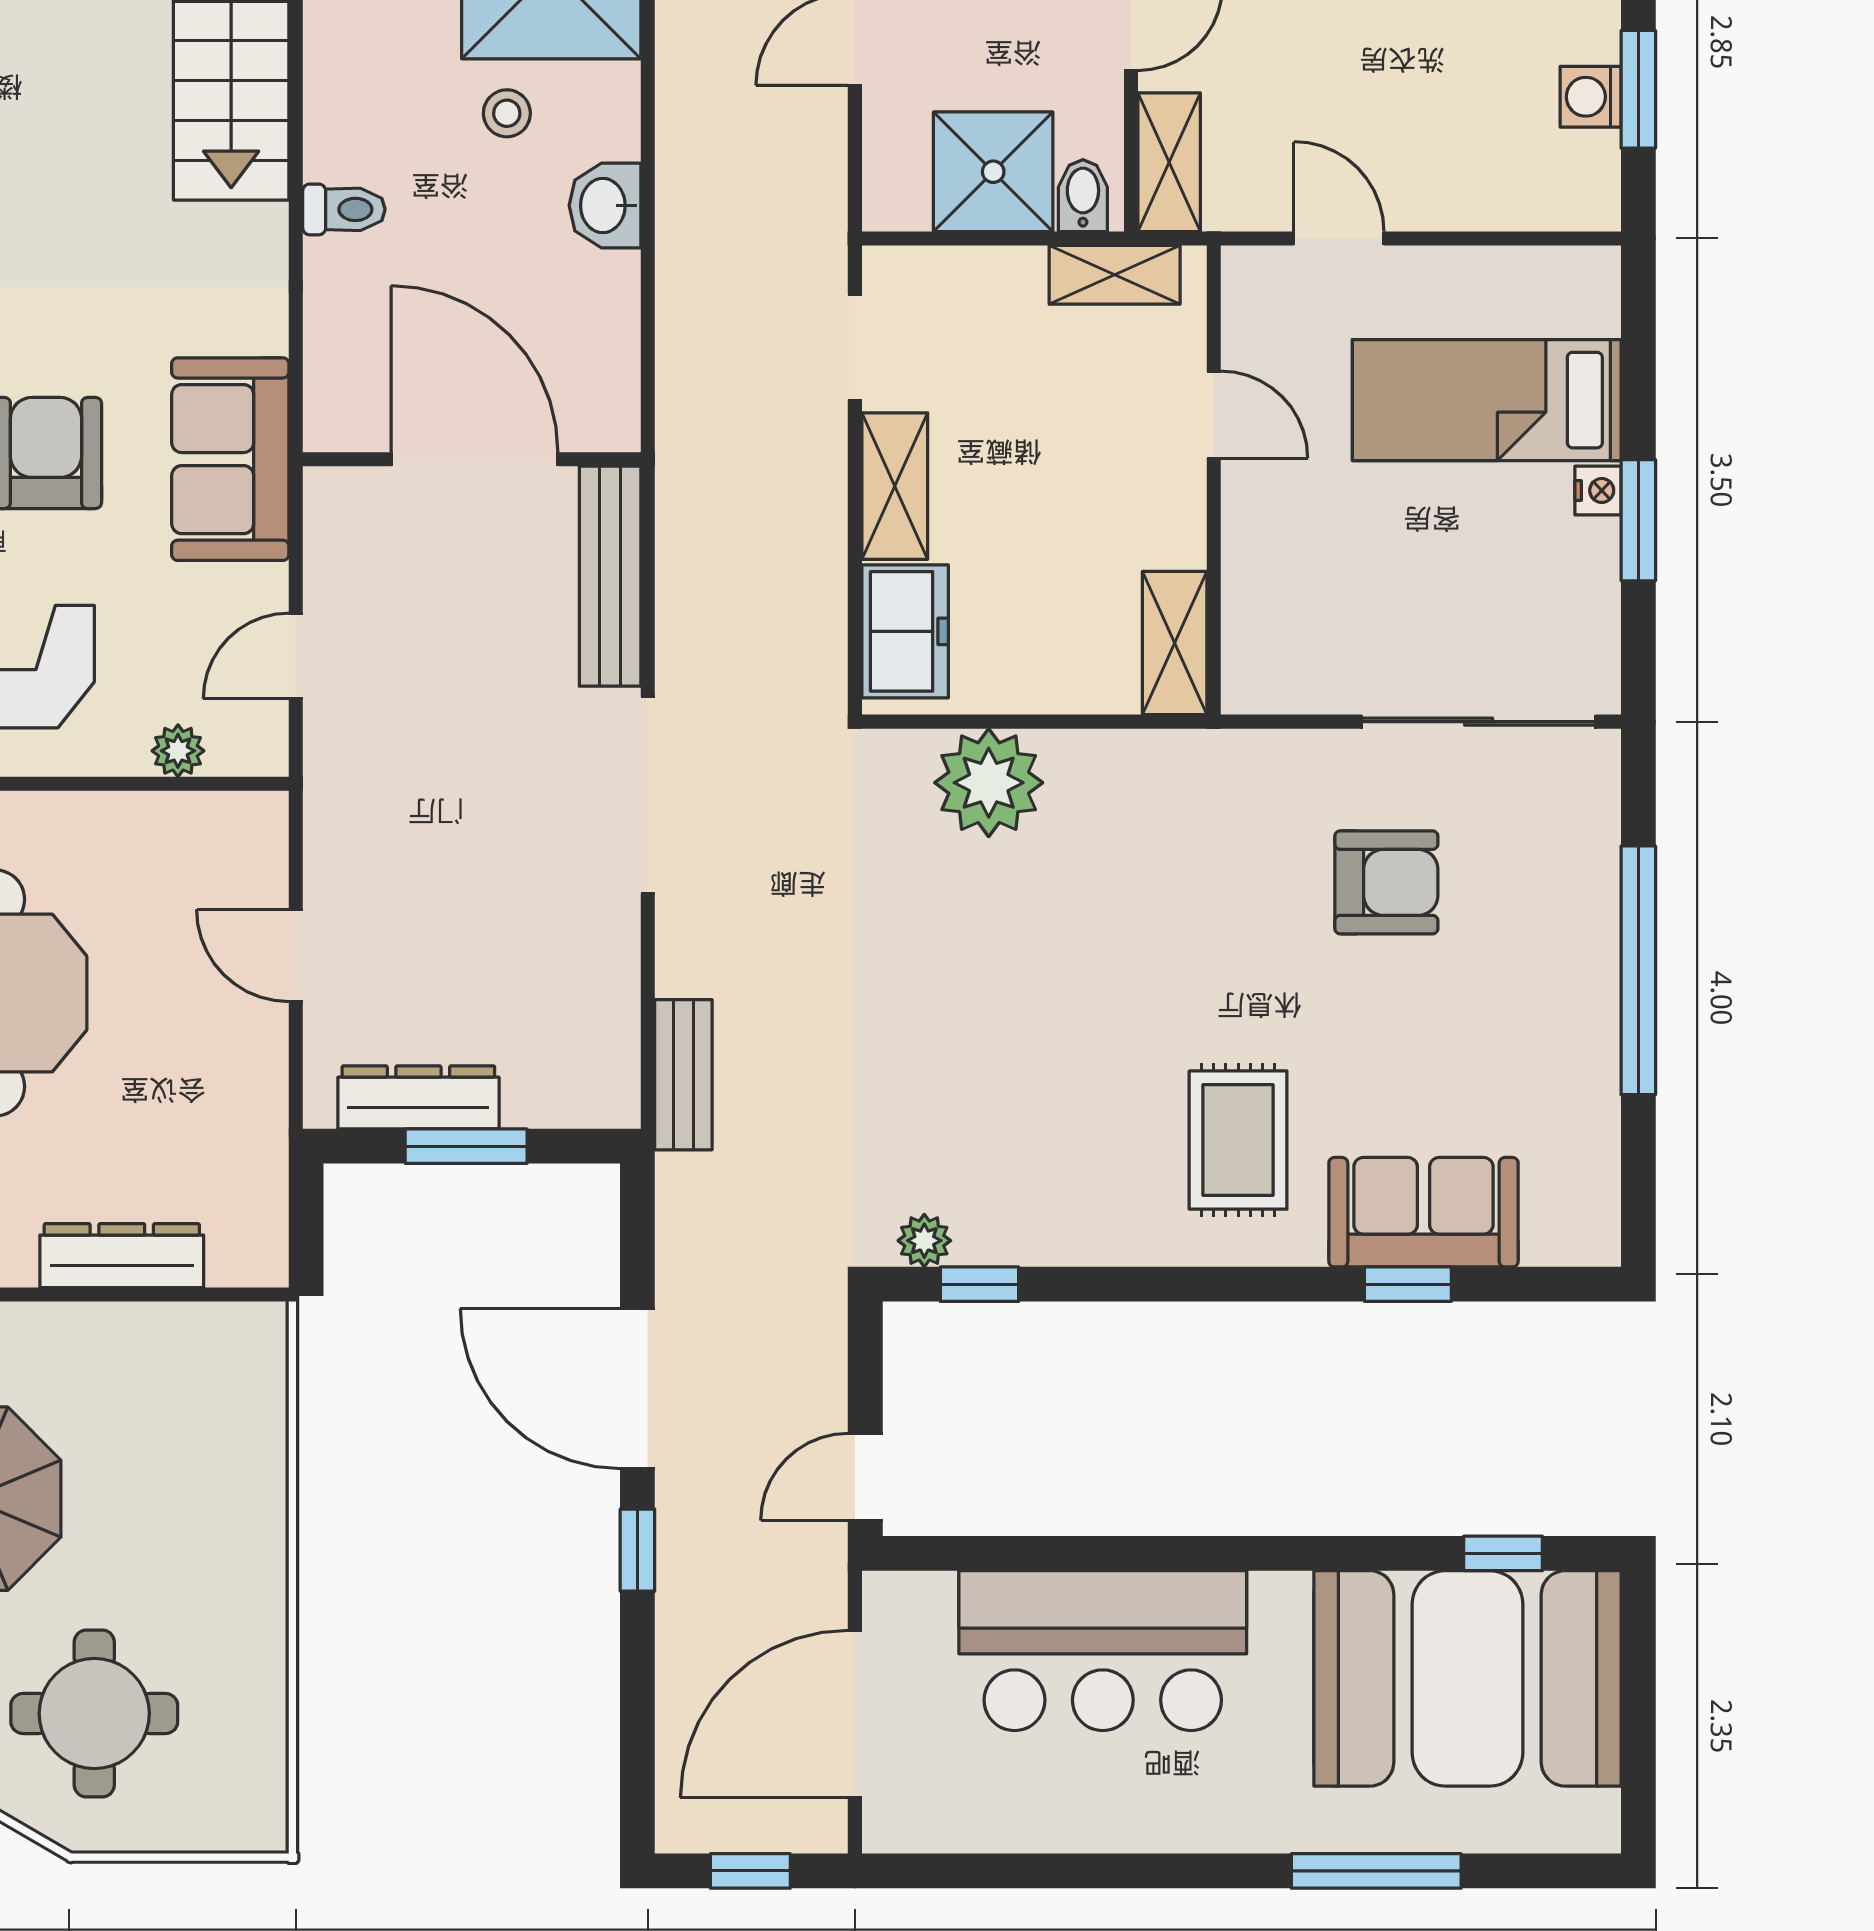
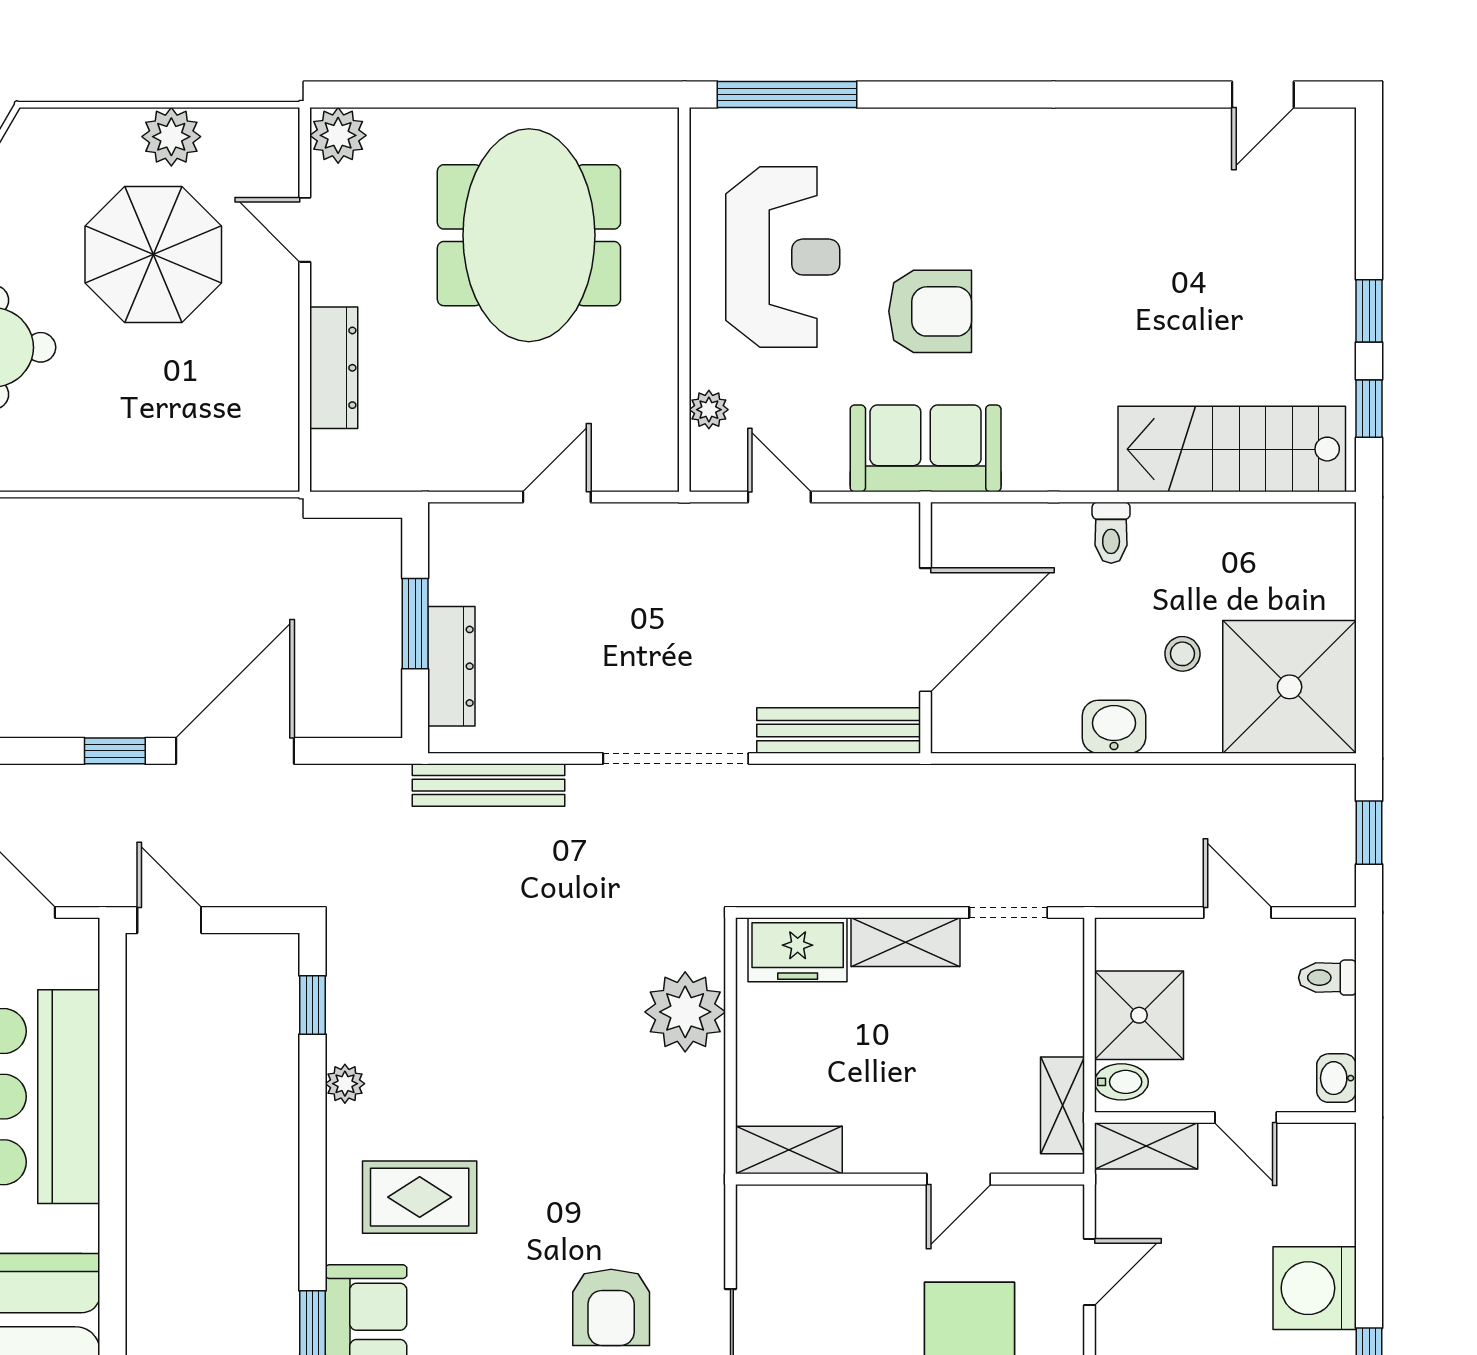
bench: (683, 1075) -> (489, 785), width x1.36
dresser: (418, 1097) -> (451, 666), moved
plant: (924, 1241) -> (345, 1084), moved

